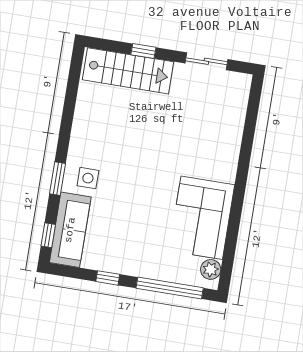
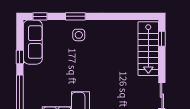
window: (143, 51) -> (162, 39), moved
sofa: (70, 230) -> (33, 42), moved, turned -90

